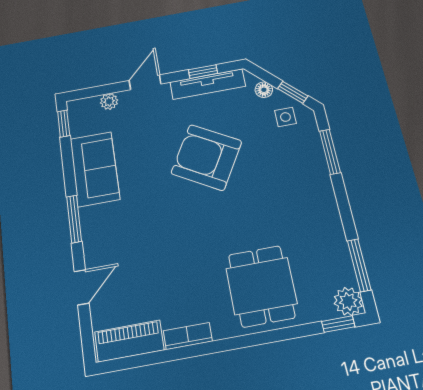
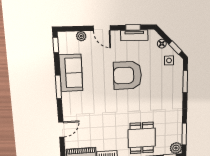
door: (145, 82) -> (102, 28), swing flipped
tv unit: (208, 84) -> (134, 35), width x0.71
armchair: (207, 157) -> (127, 75), turned -30
window: (74, 219) -> (58, 87), moved

